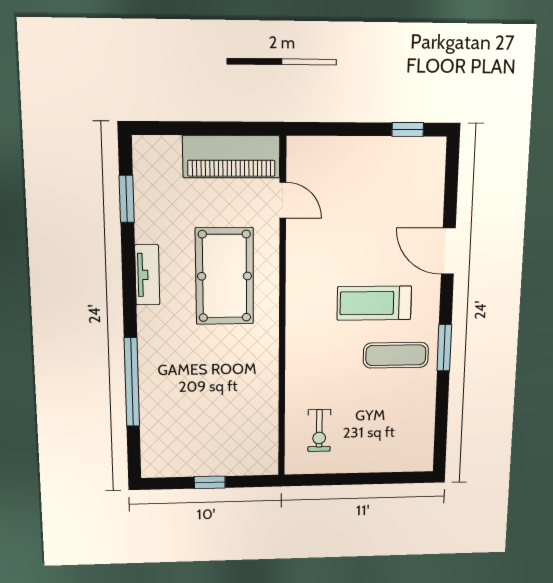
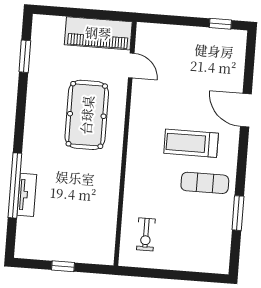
tv unit: (147, 275) -> (27, 195), moved
window: (444, 348) -> (238, 213), moved

